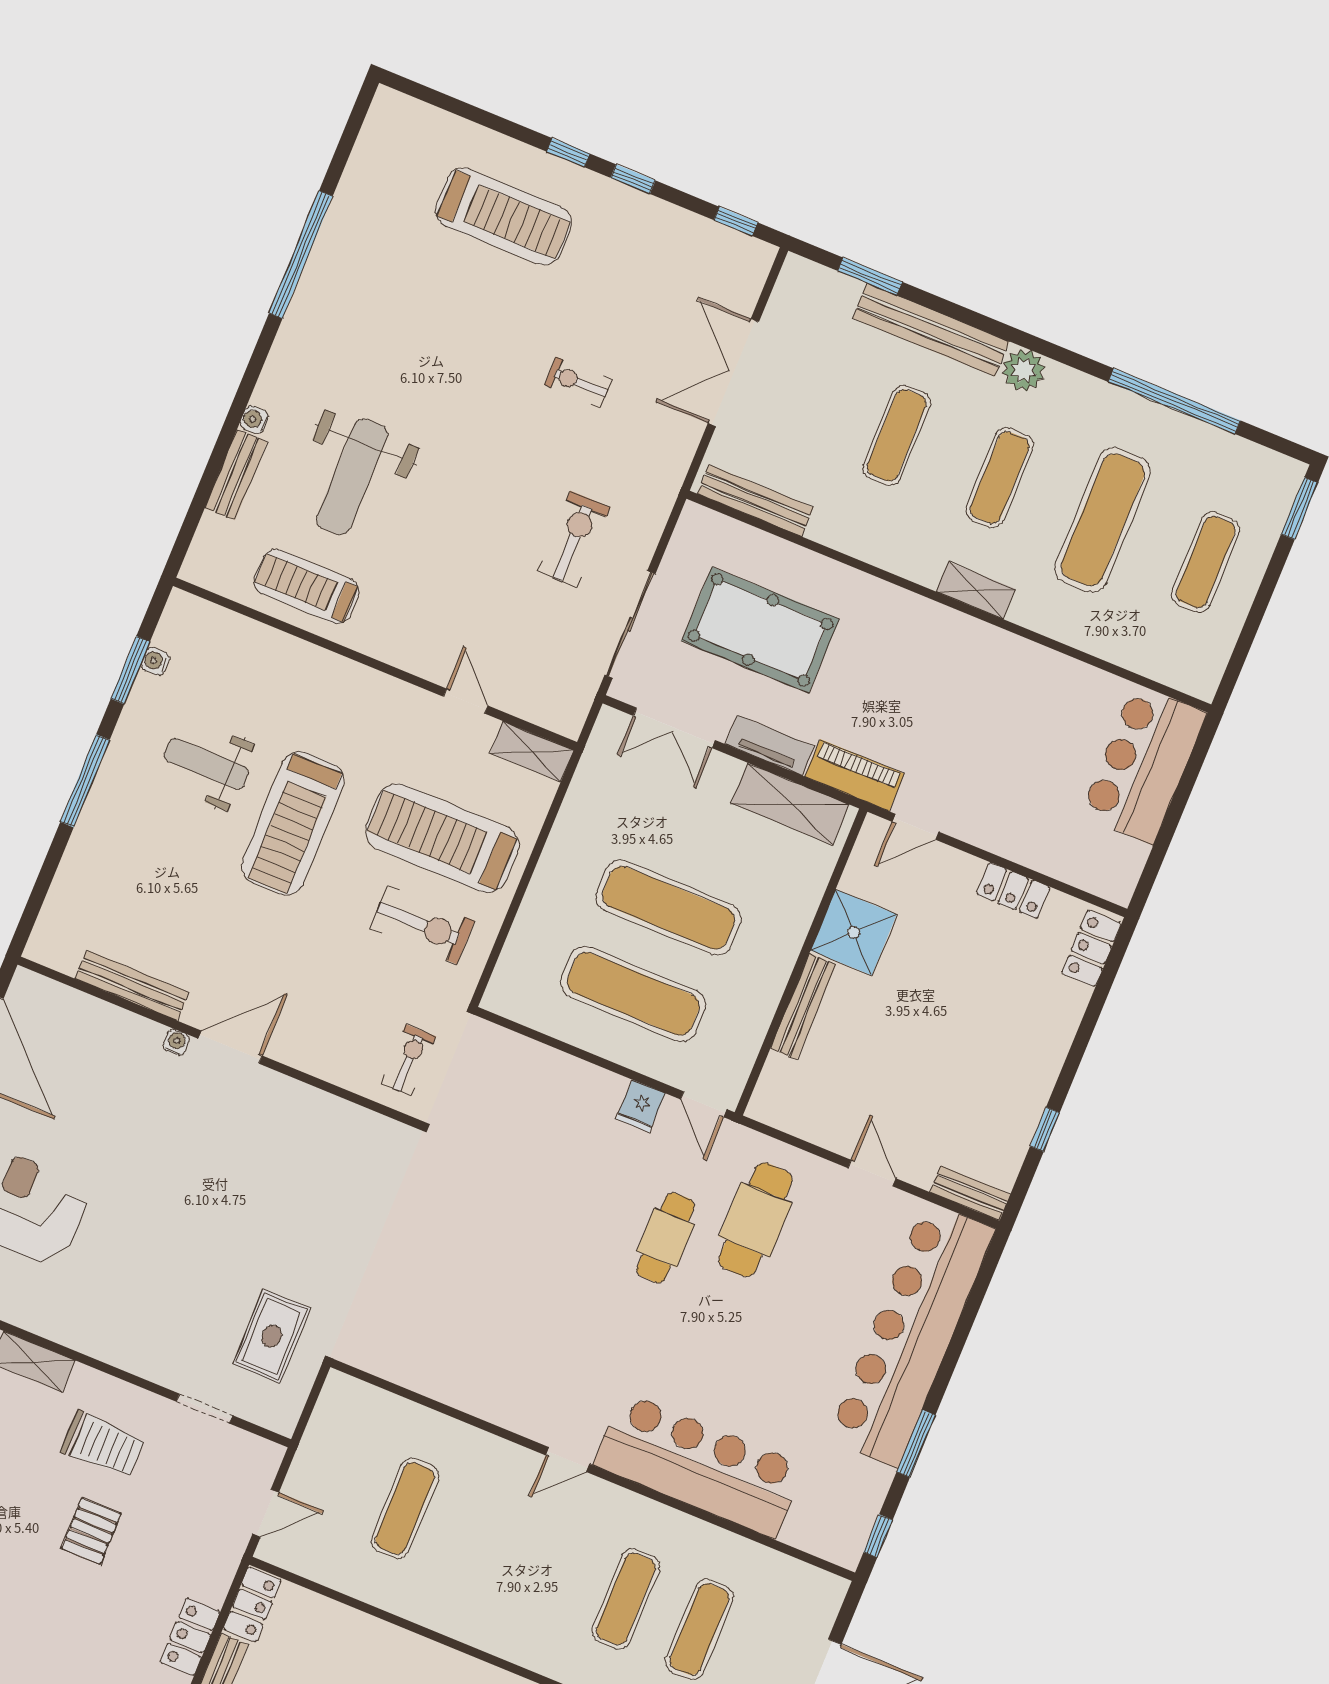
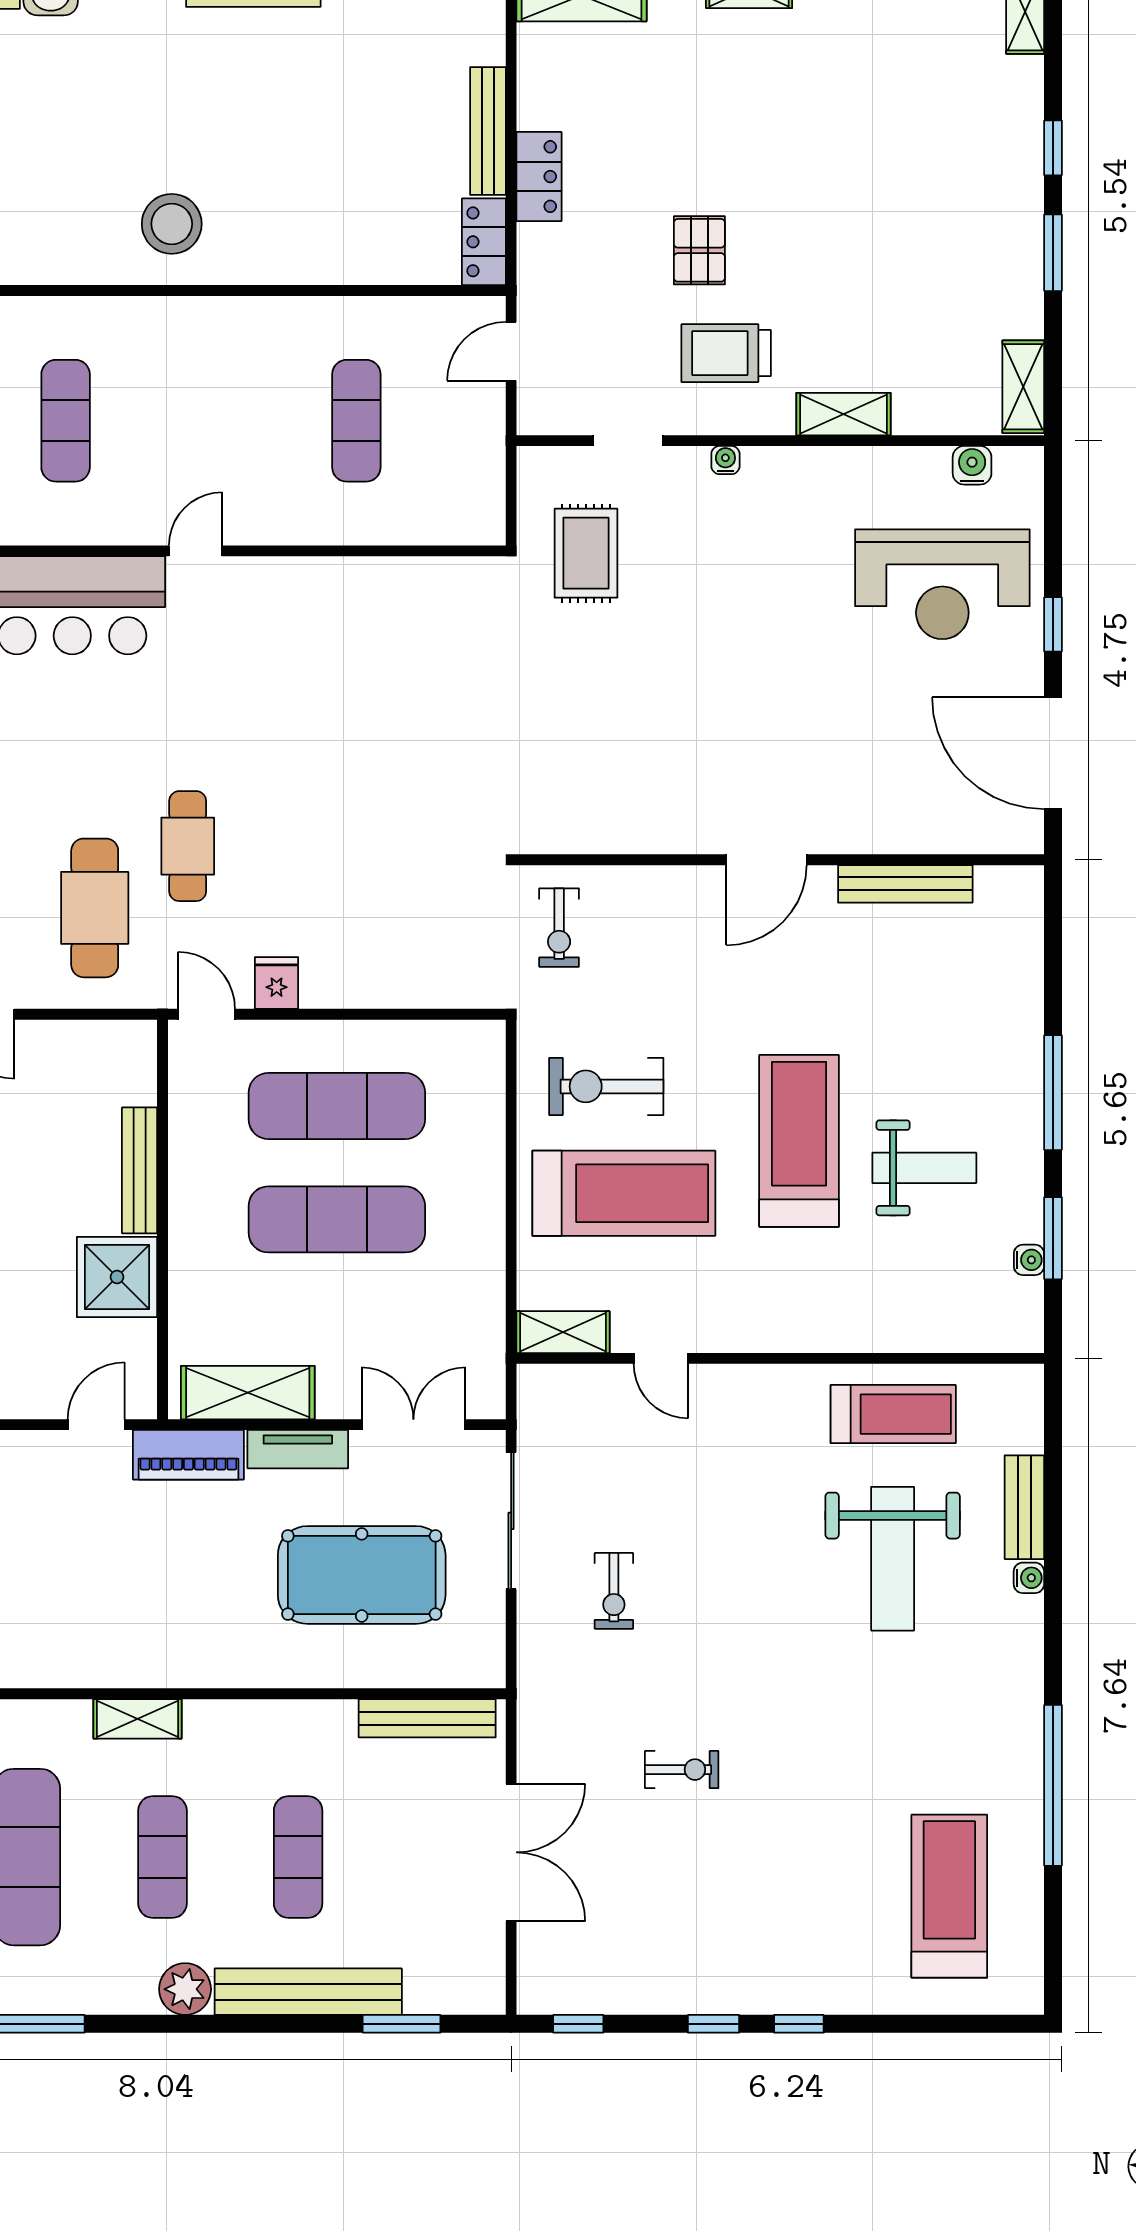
treadmill: (503, 216) -> (949, 1896), moved, turned 90
weight bench: (352, 477) -> (893, 1559), turned 180
exercise bike: (574, 539) -> (614, 1591), width x0.73, depth x0.72
water cooler: (176, 1042) -> (725, 460), moved, turned 180

